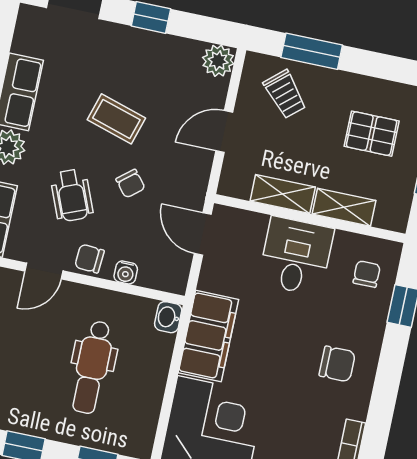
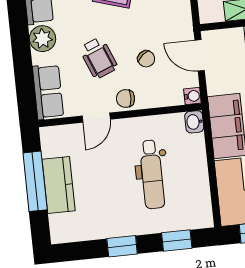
chair: (130, 184) -> (146, 59), moved
water cooler: (126, 272) -> (192, 96), moved, turned -90

